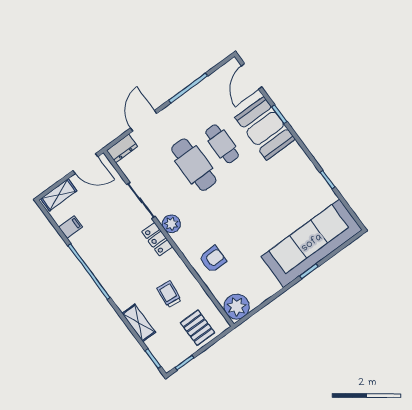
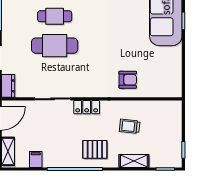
plant: (171, 224) -> (83, 90), removed
armchair: (213, 259) -> (128, 80), turned 90
plant: (237, 307) -> (171, 87), removed
pallet: (198, 328) -> (95, 149), moved

